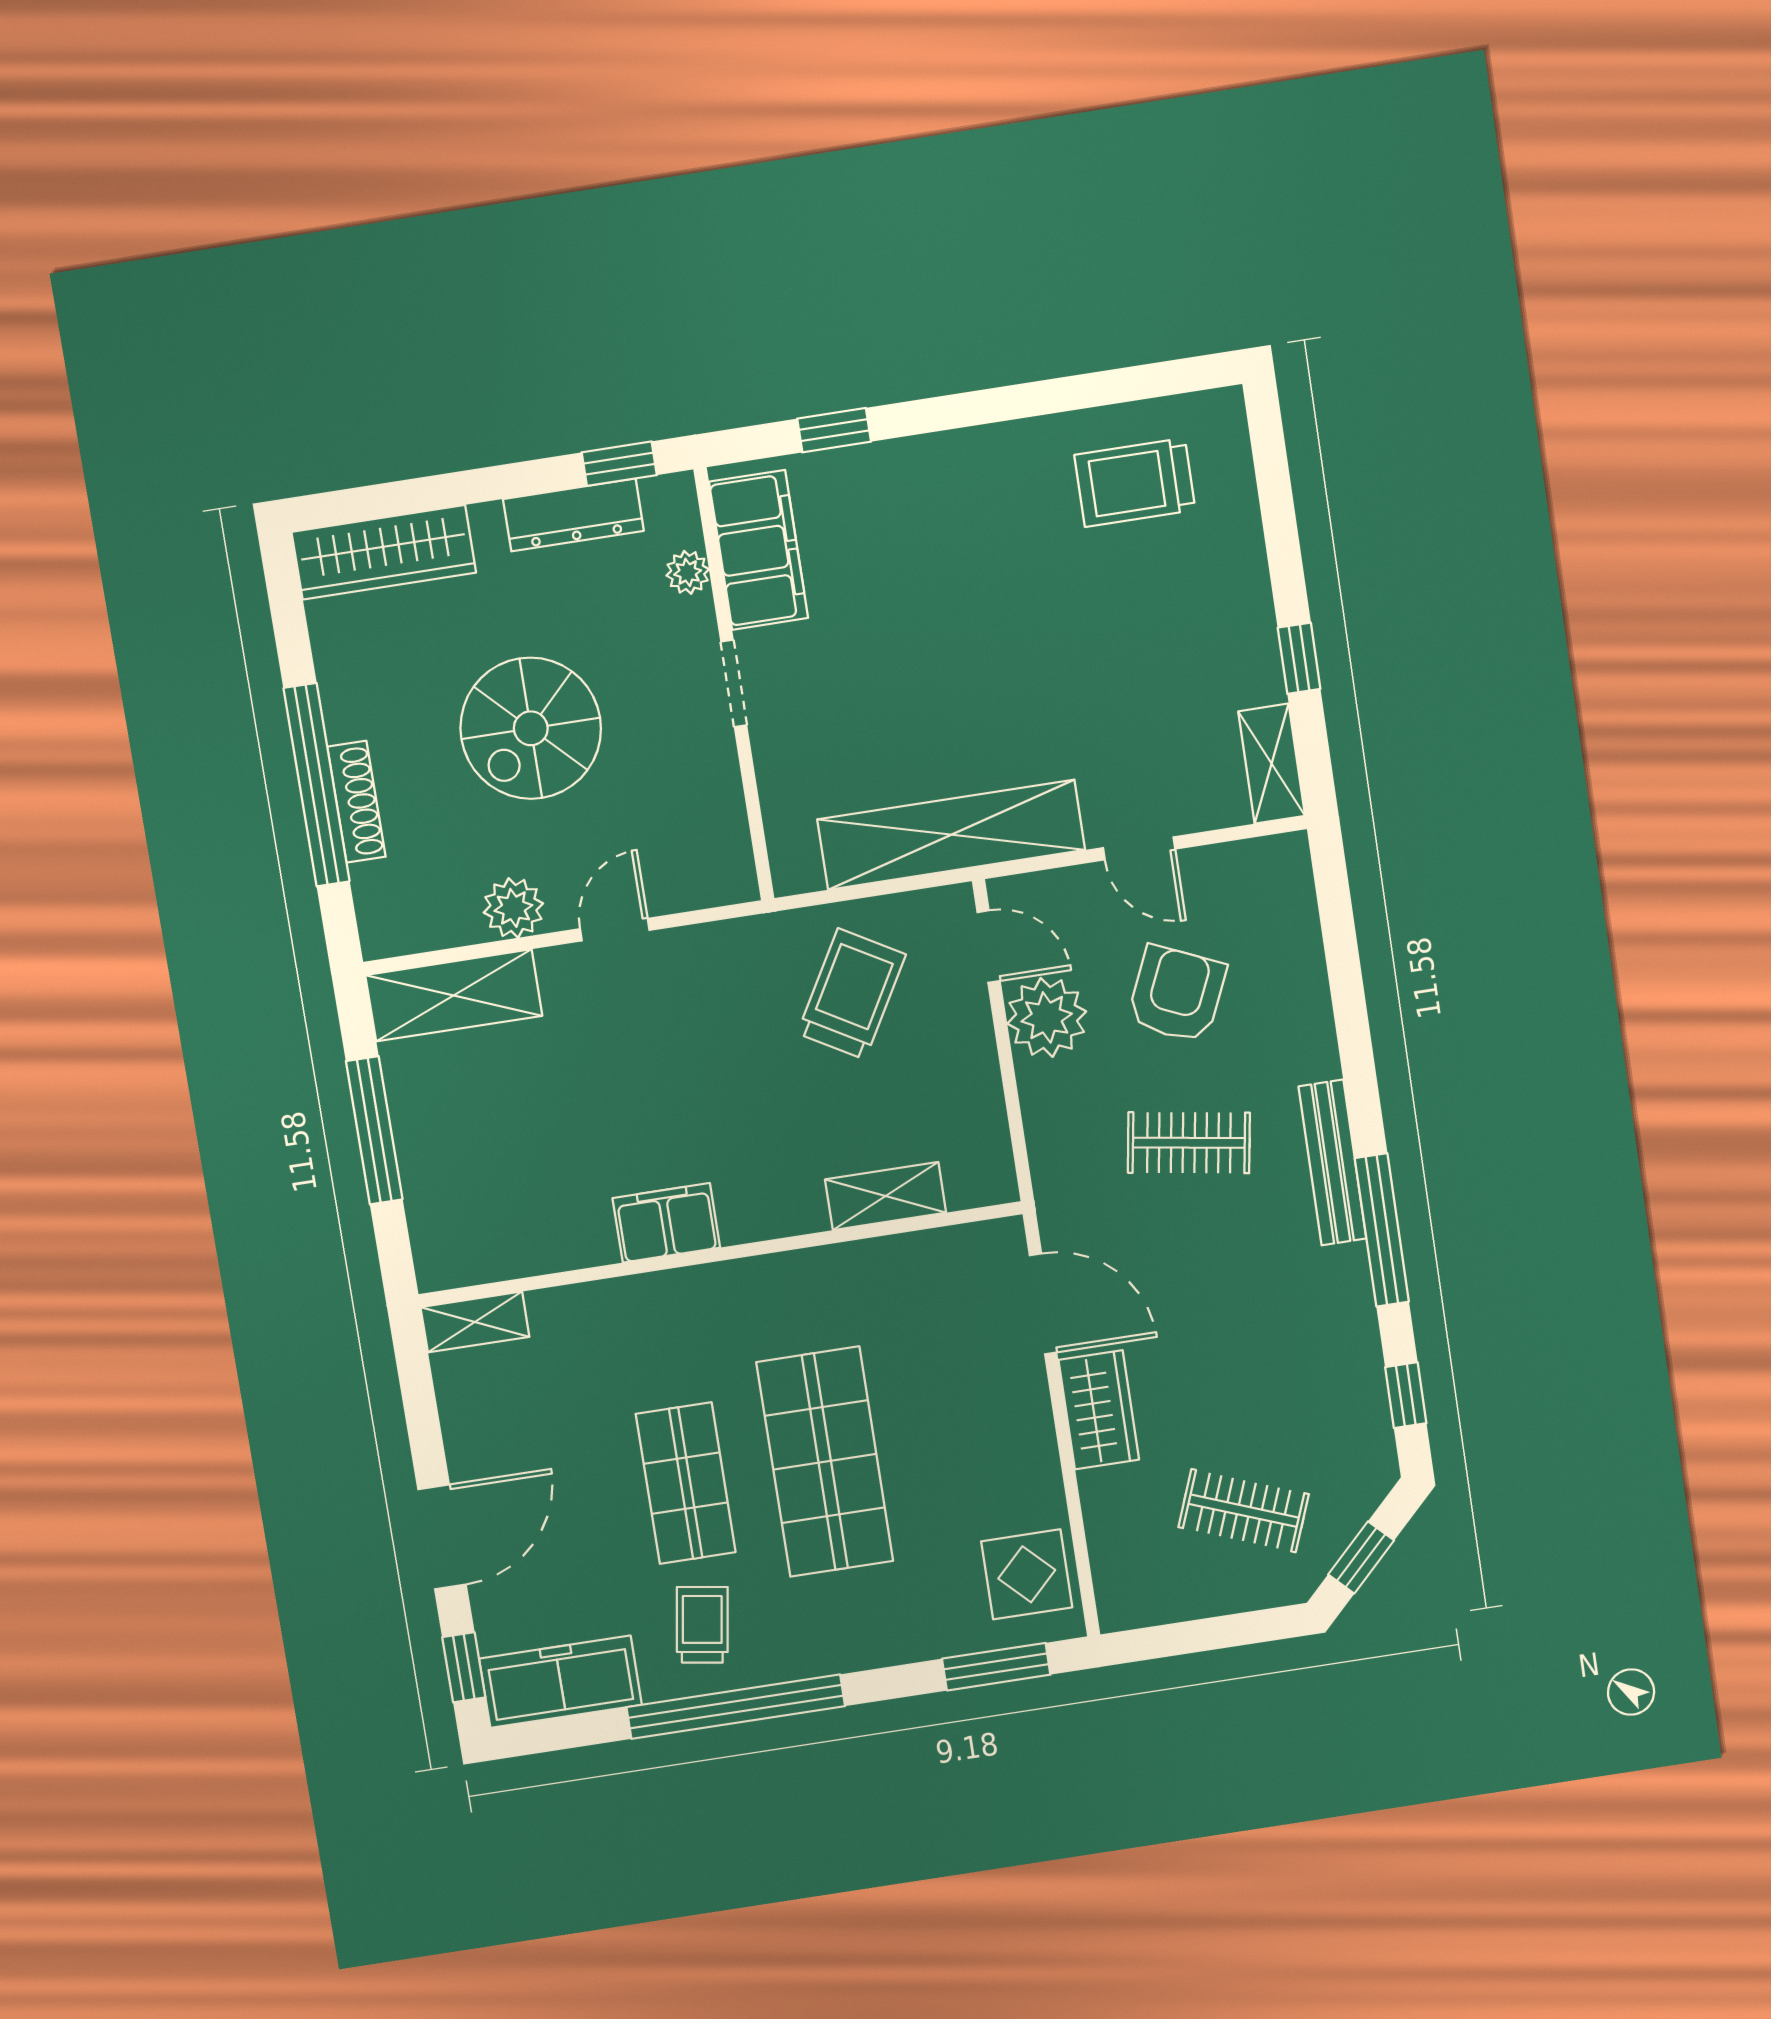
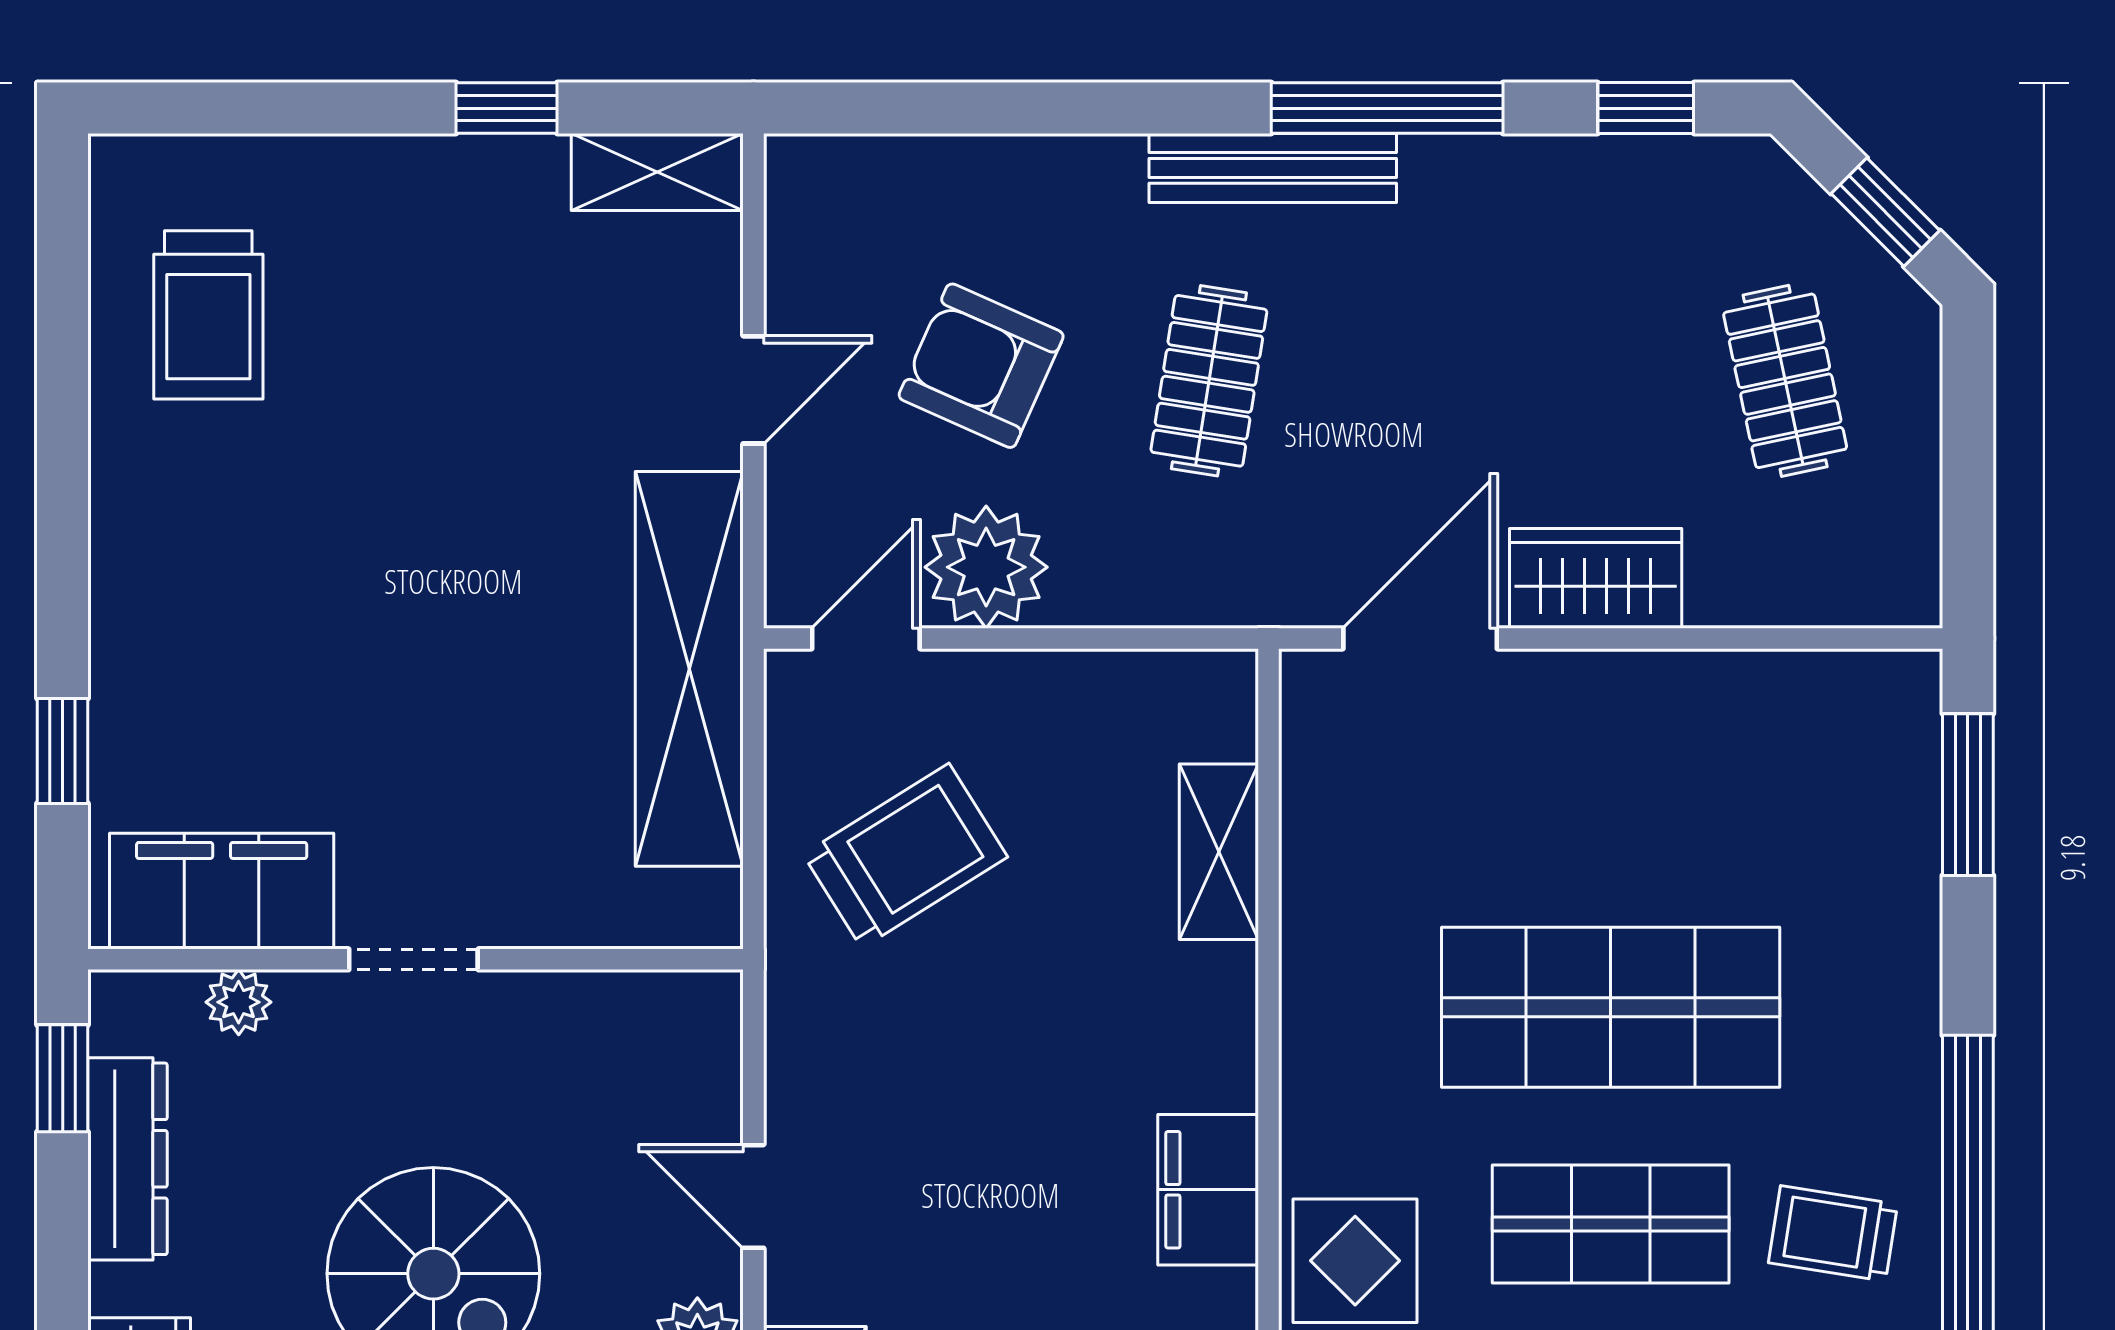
trolley: (852, 994) -> (905, 856), turned 118
clothes rail: (1244, 1511) -> (1785, 381), turned -33
display table: (1027, 1574) -> (1355, 1261), moved

